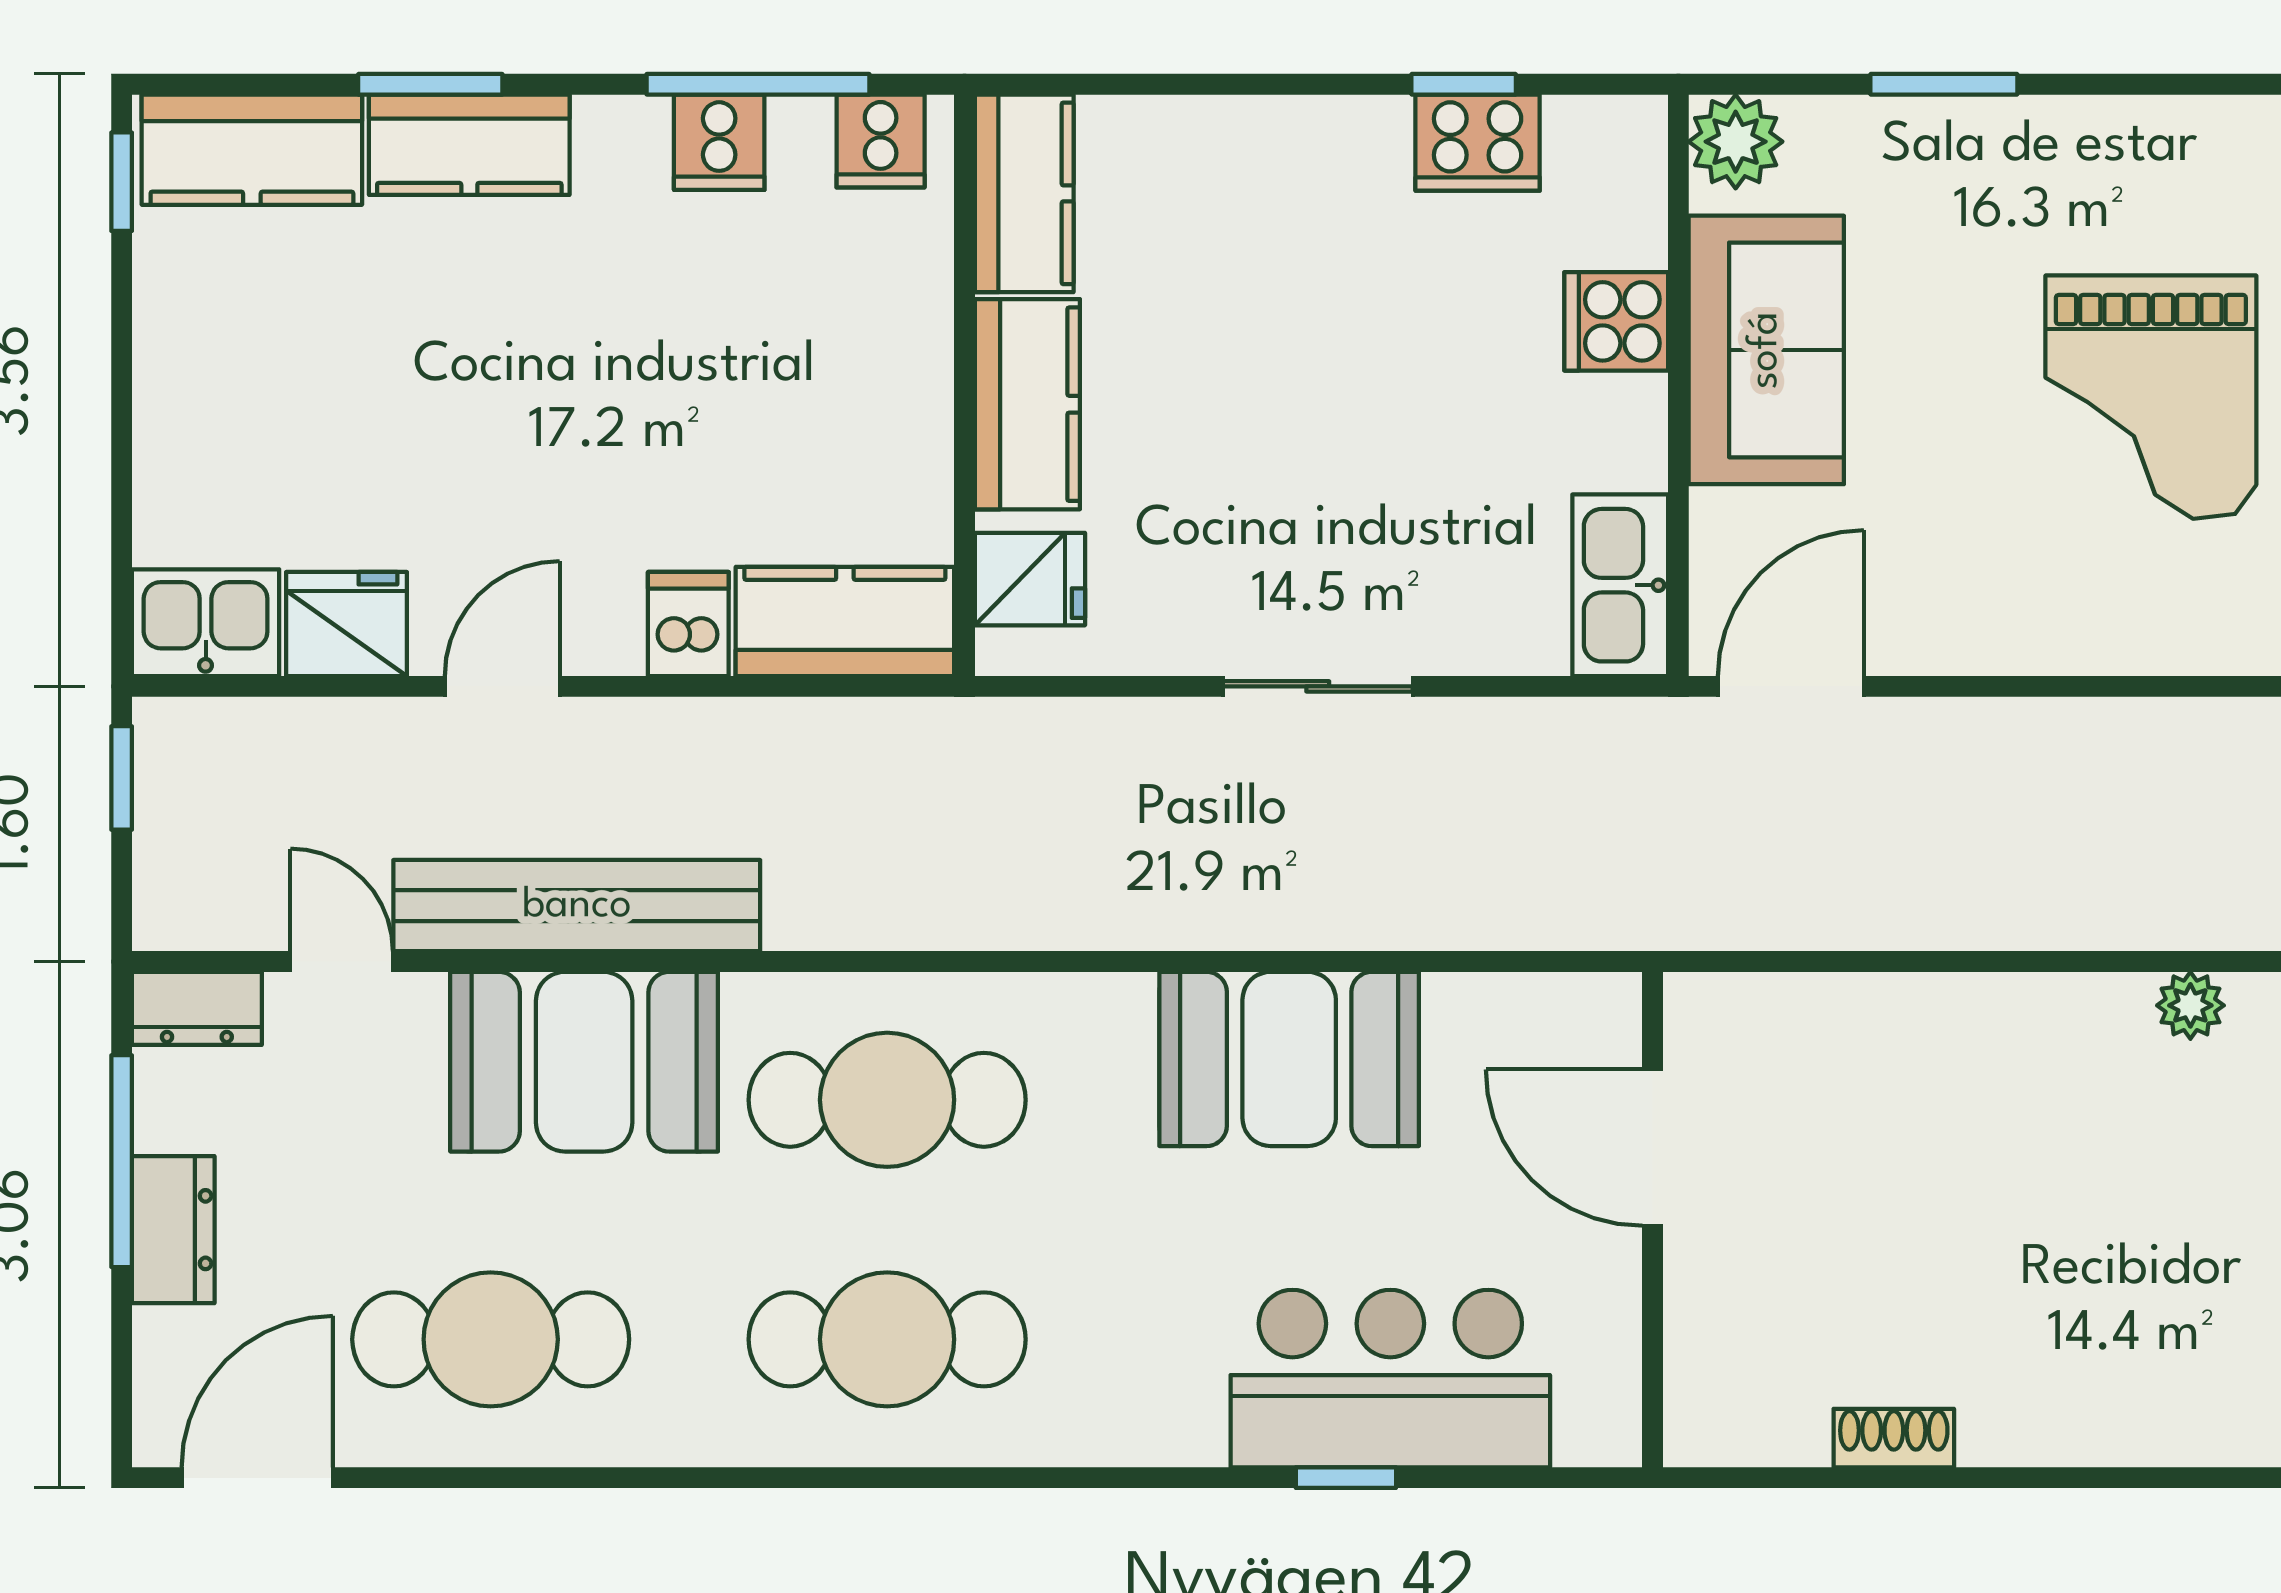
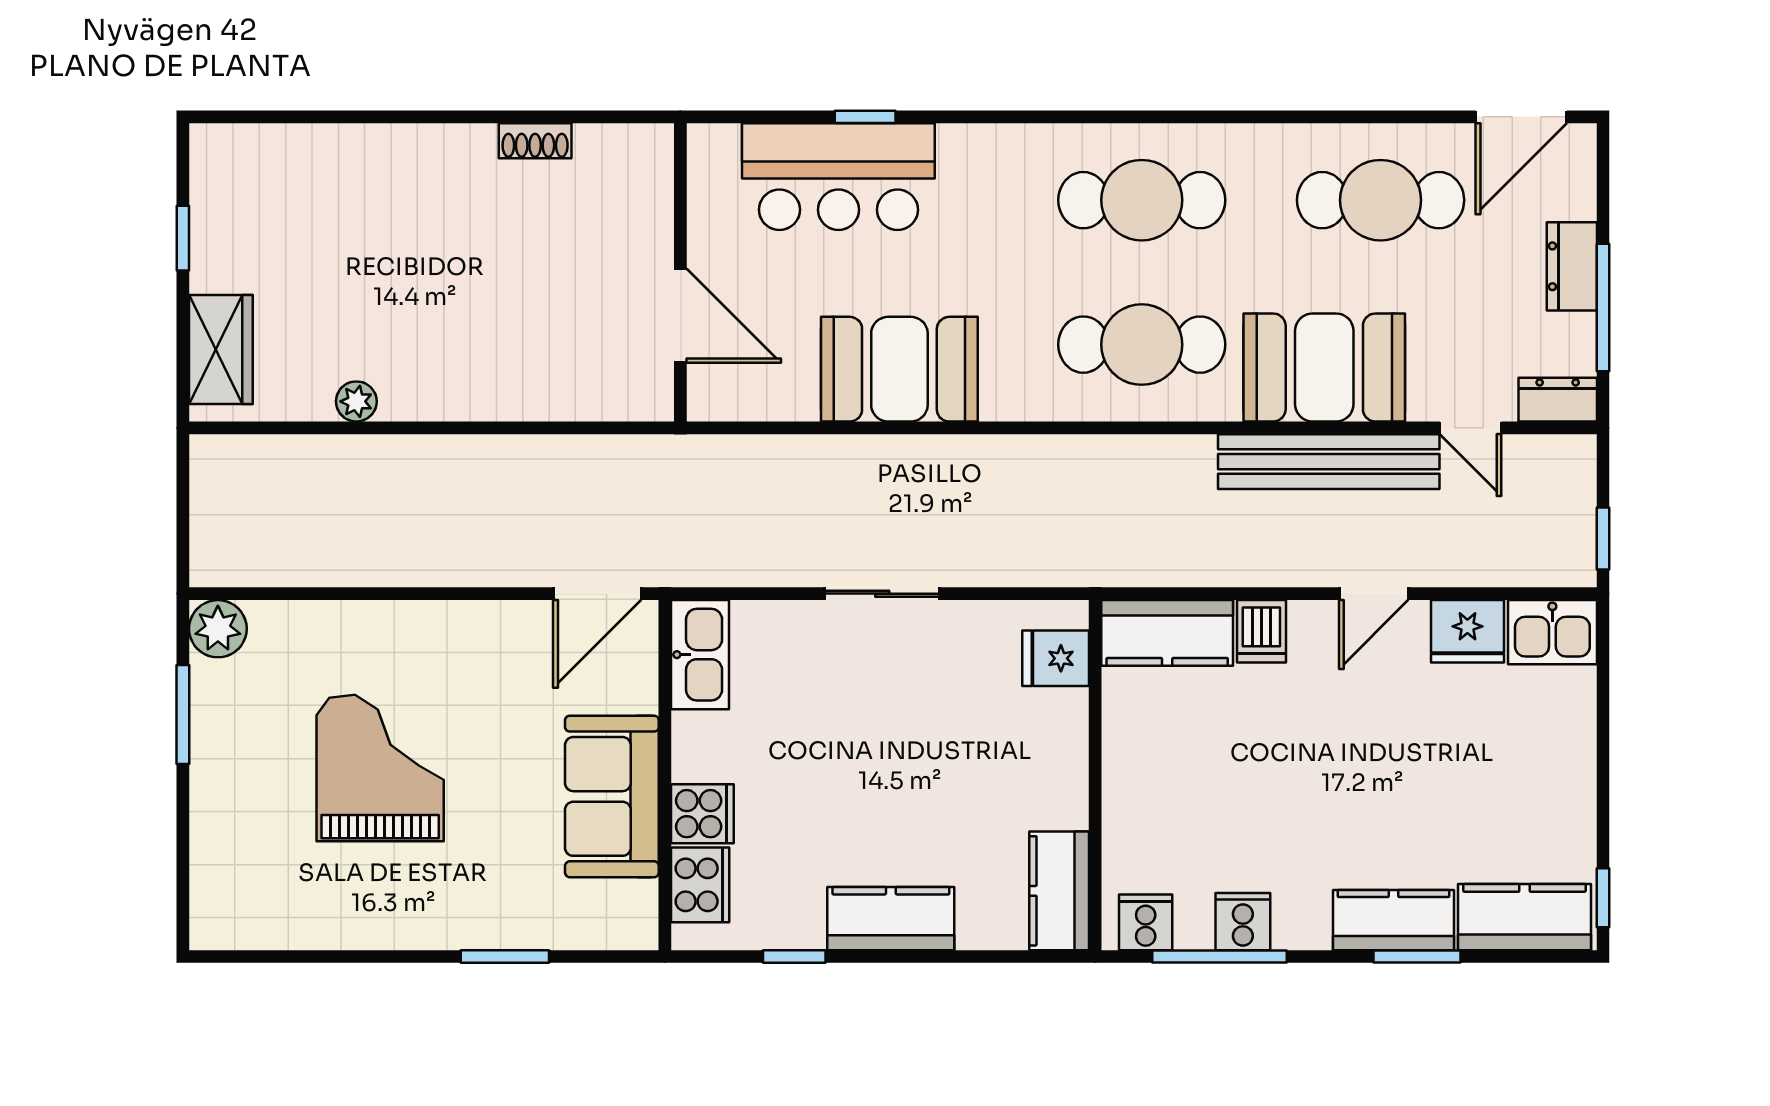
plant: (1736, 142) -> (630, 922), removed
cooker: (1478, 143) -> (700, 885), moved, turned 90
kitchen counter: (1027, 404) -> (891, 919), moved, turned 90

